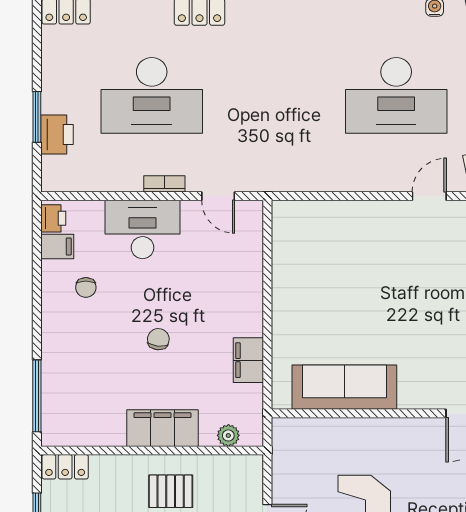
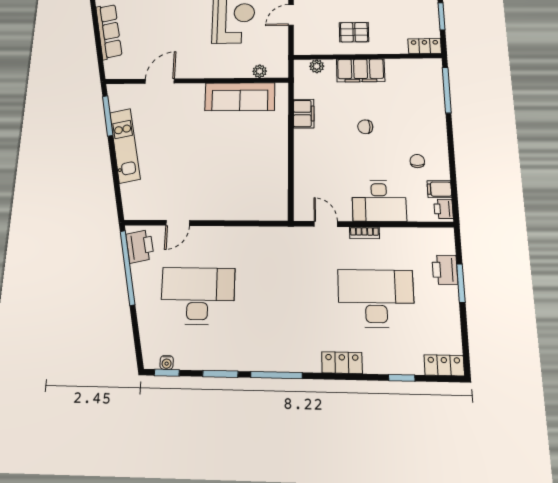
chair: (158, 339) -> (365, 127), turned 84
plant: (315, 428) -> (260, 71), added

